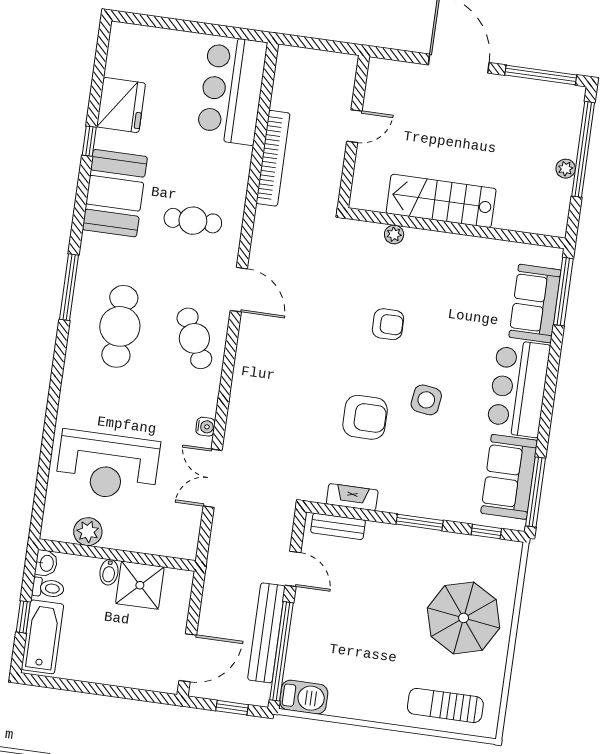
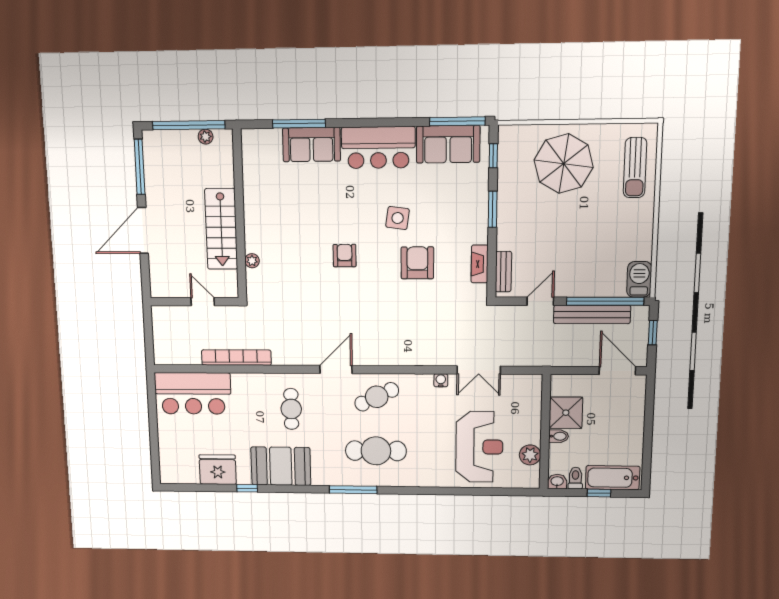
stairs: (441, 201) -> (221, 229), moved
wall: (456, 228) -> (240, 215), moved
plant: (394, 234) -> (252, 261), moved

